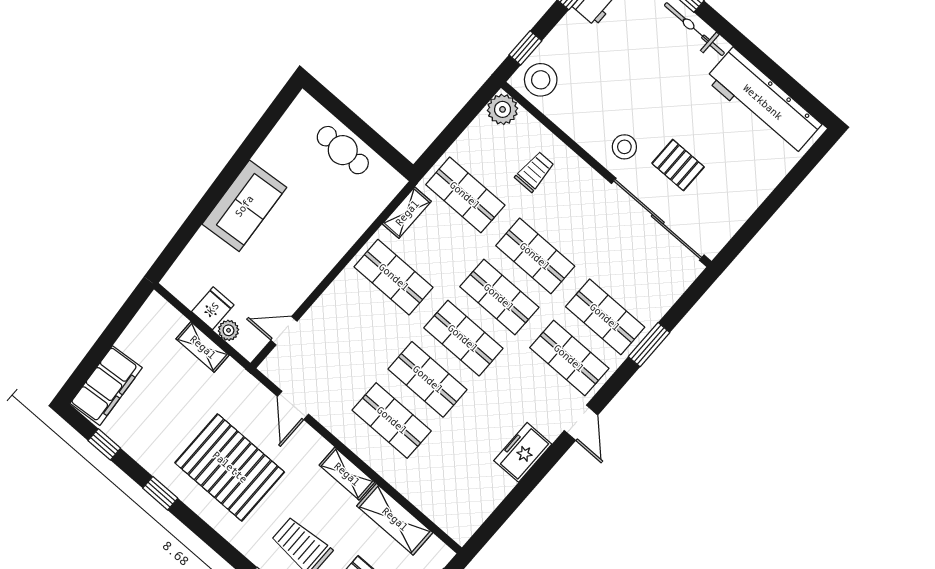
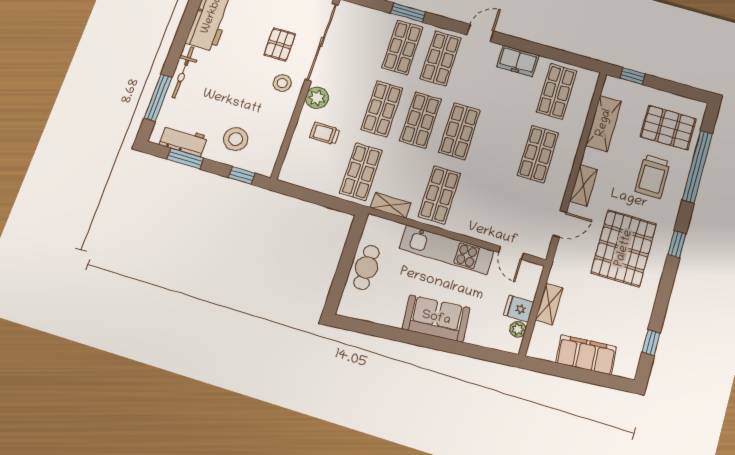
stool: (541, 80) -> (236, 139), moved
plant: (503, 109) -> (317, 98), moved
kitchen unit: (322, 255) -> (447, 250), added
plant: (228, 330) -> (518, 329), moved
shop shelf: (428, 379) -> (557, 91), moved
filing cabinet: (106, 386) -> (586, 355), moved
shelving: (347, 474) -> (583, 185), moved
window: (160, 493) -> (677, 244), moved

